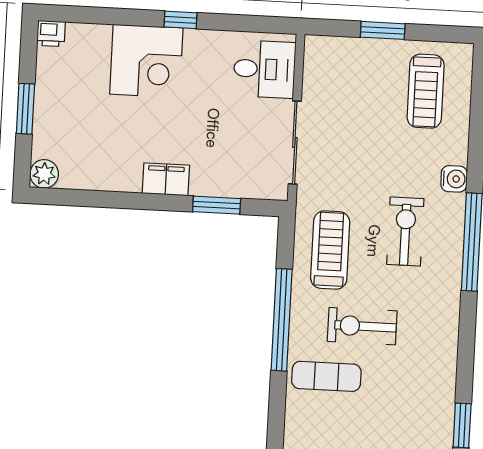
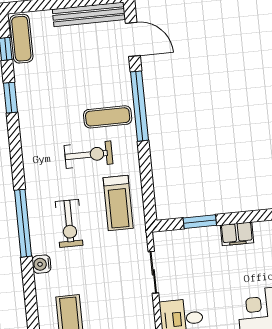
sliding door: (295, 143) -> (153, 272), width x0.73
window: (282, 320) -> (139, 106), moved

